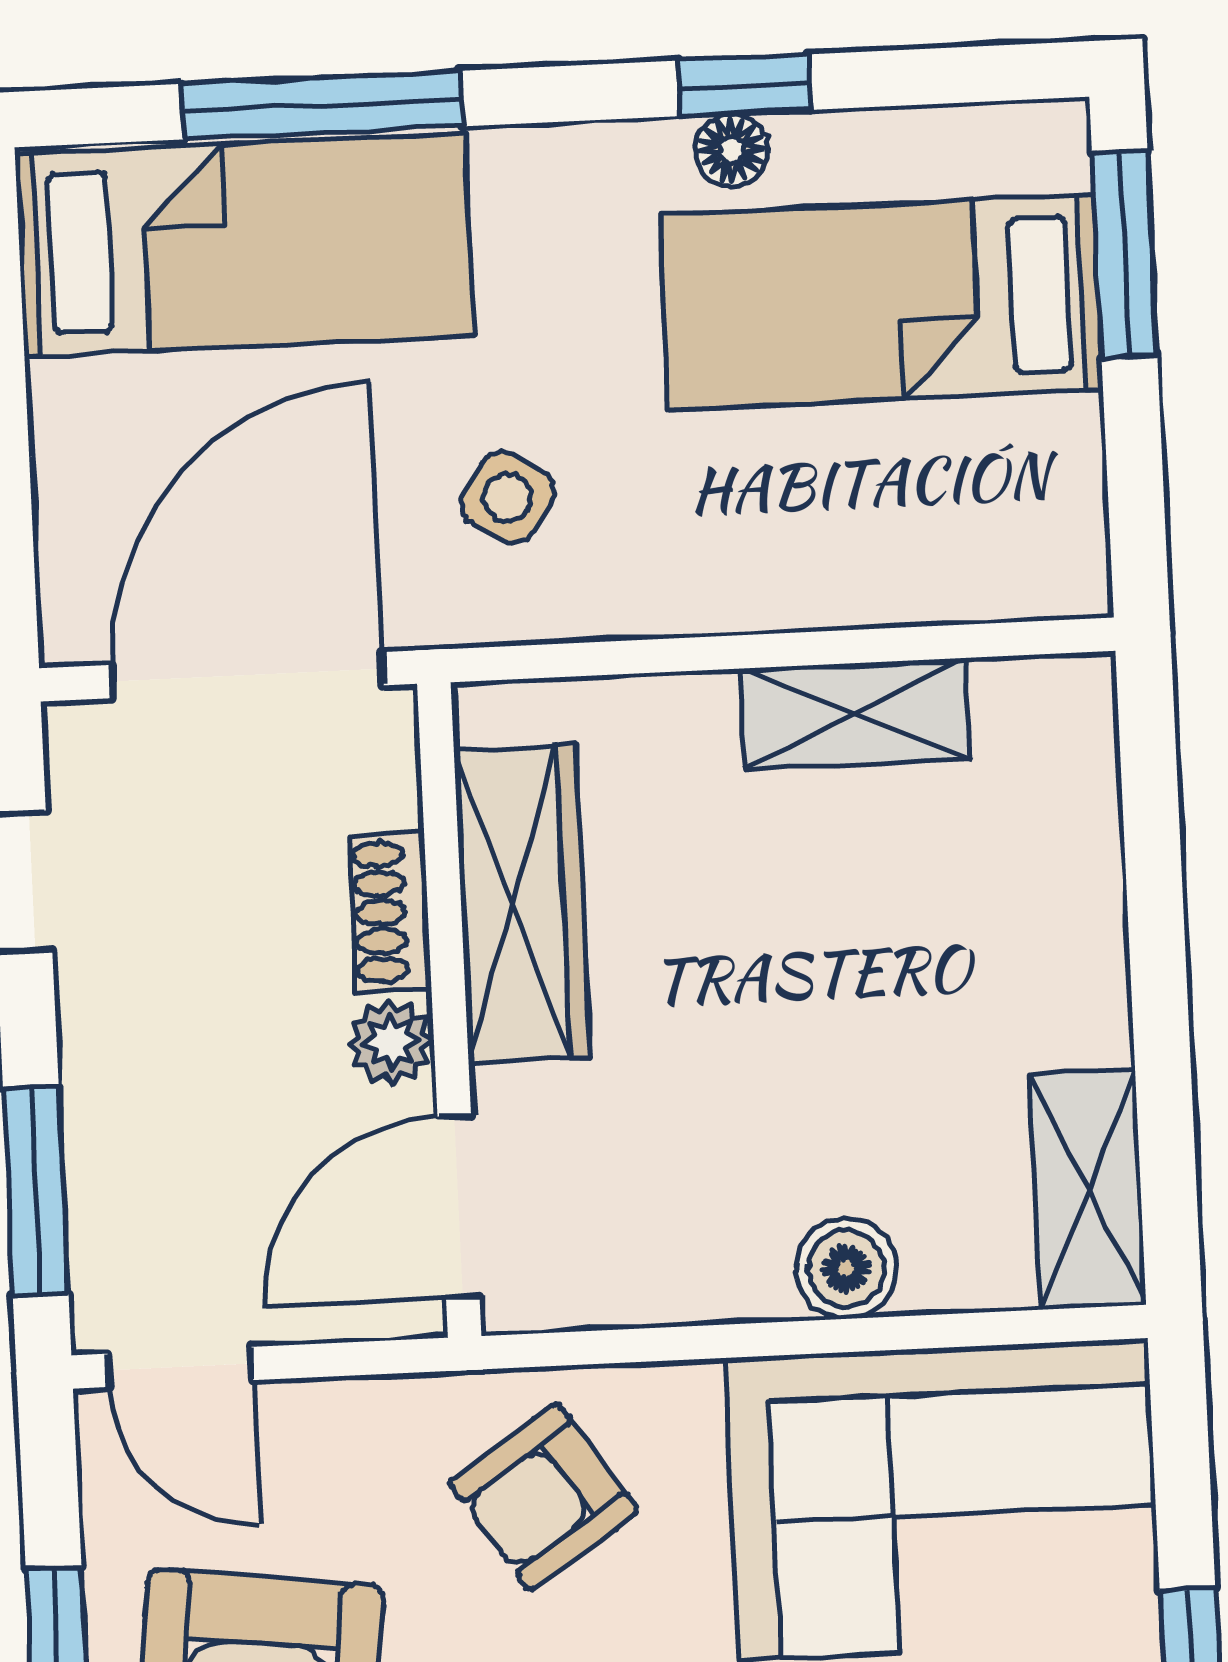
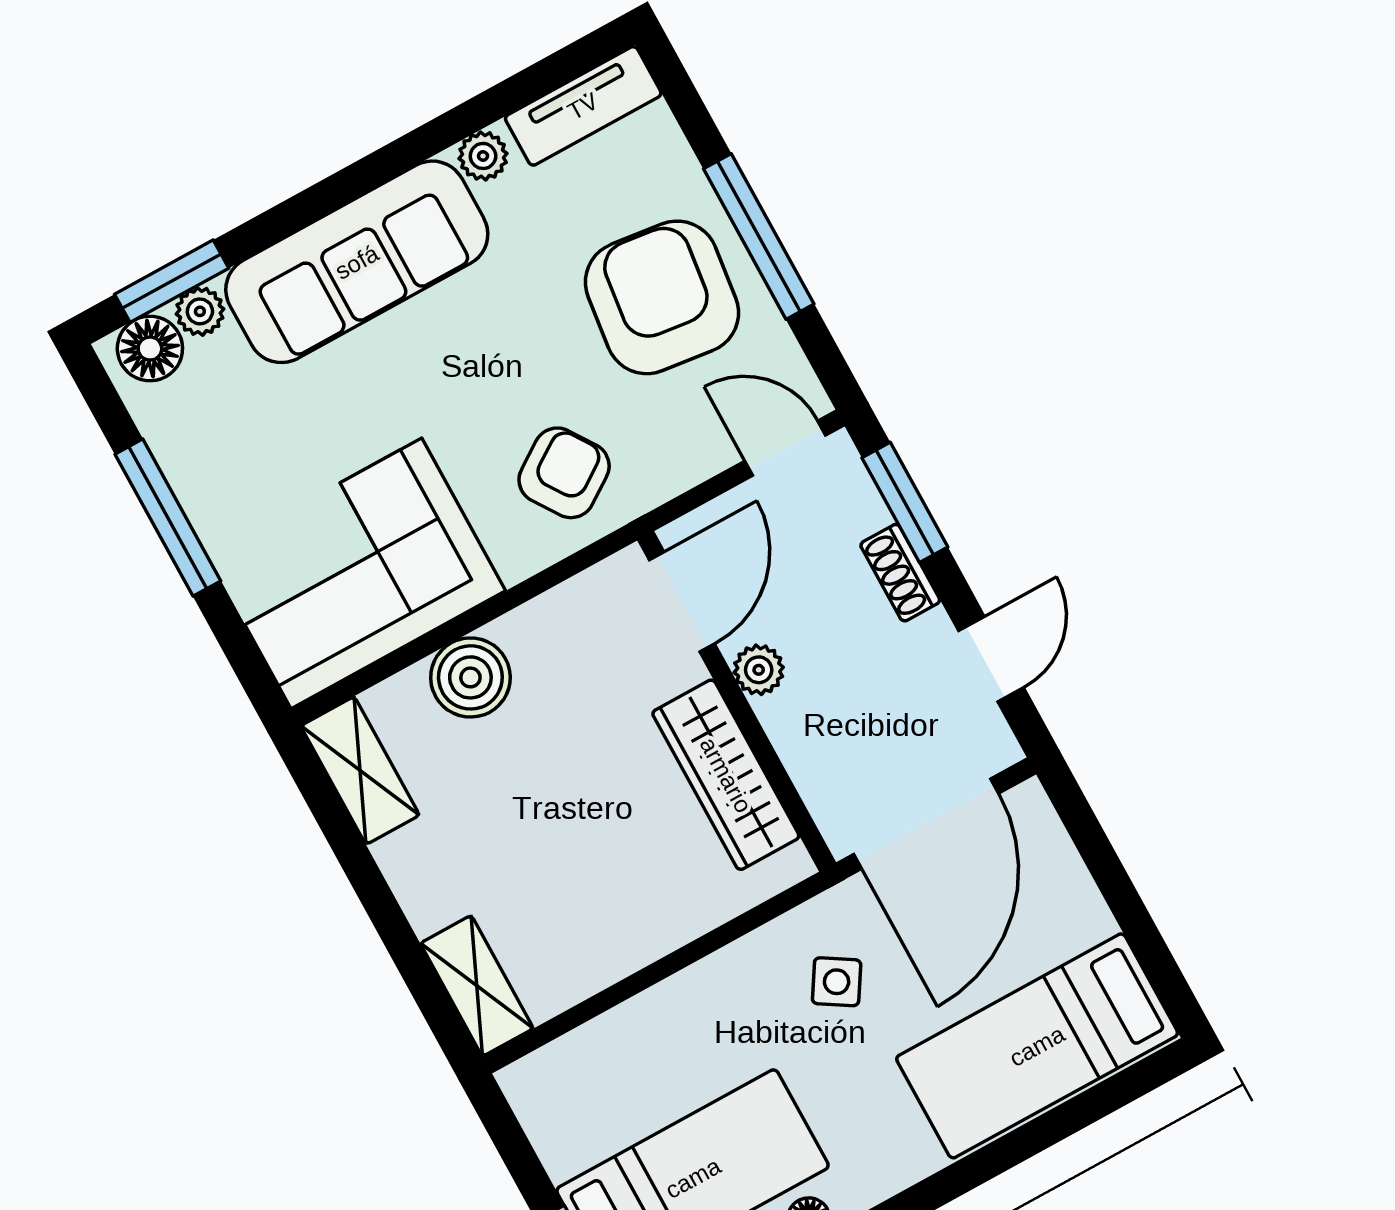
window: (322, 105) -> (1032, 1138), removed
shelving: (855, 714) -> (477, 986), moved, turned 90
shoe rack: (390, 912) -> (900, 573), moved, turned 180
boiler: (846, 1268) -> (470, 677), width x1.36, depth x1.36

